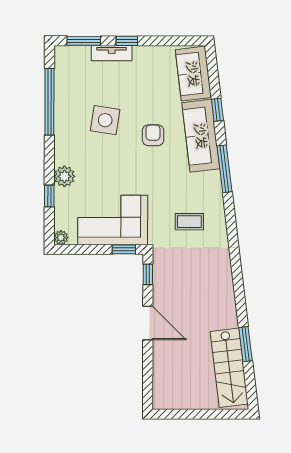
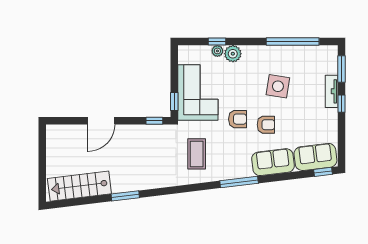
window: (217, 110) -> (323, 172), moved
sofa: (201, 136) -> (273, 162), width x0.73
armchair: (146, 171) -> (238, 119), added
coffee table: (189, 222) -> (197, 154), width x1.36, depth x1.30
plant: (61, 238) -> (217, 51), moved
door: (148, 323) -> (101, 121), moved
window: (246, 344) -> (125, 196), moved

